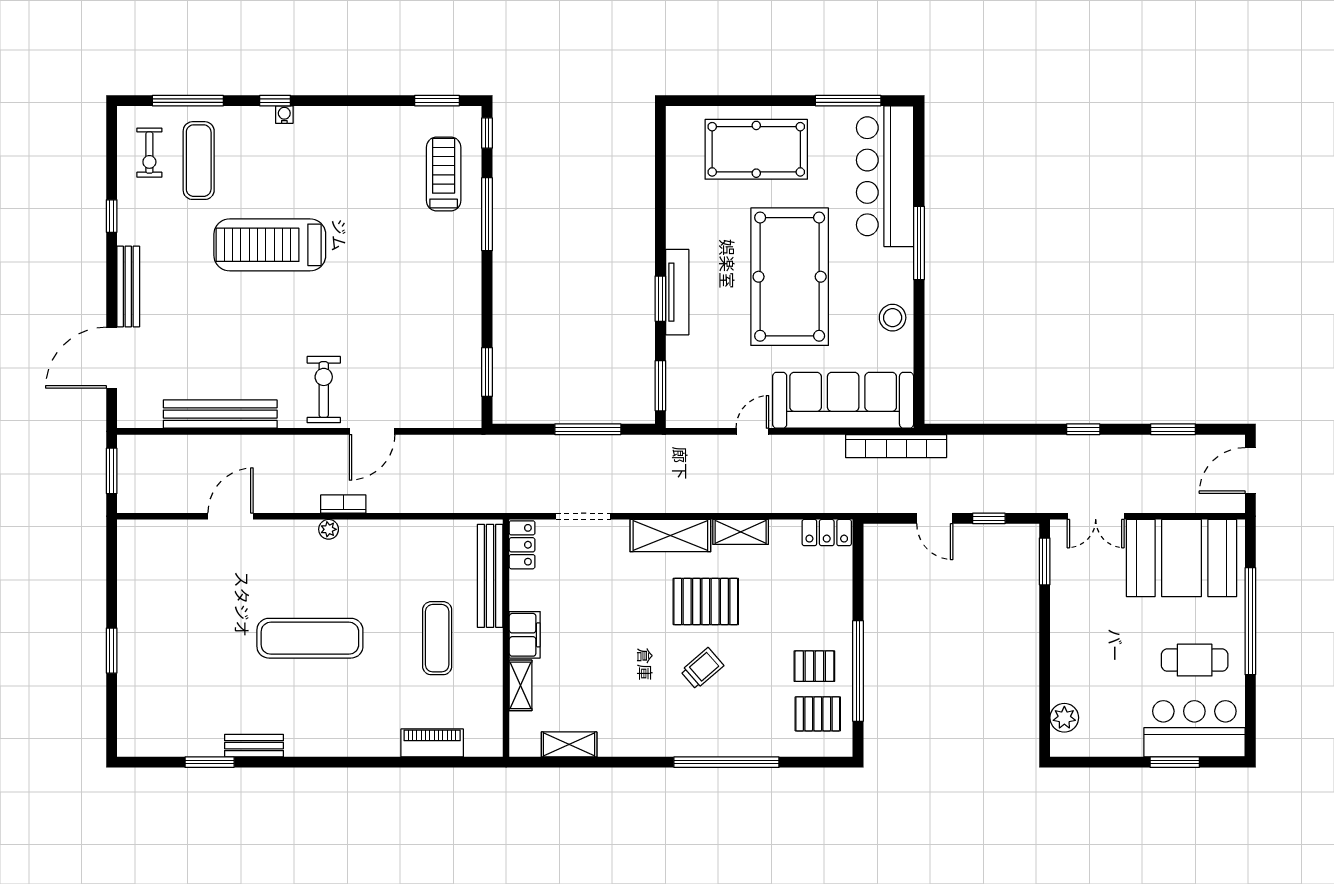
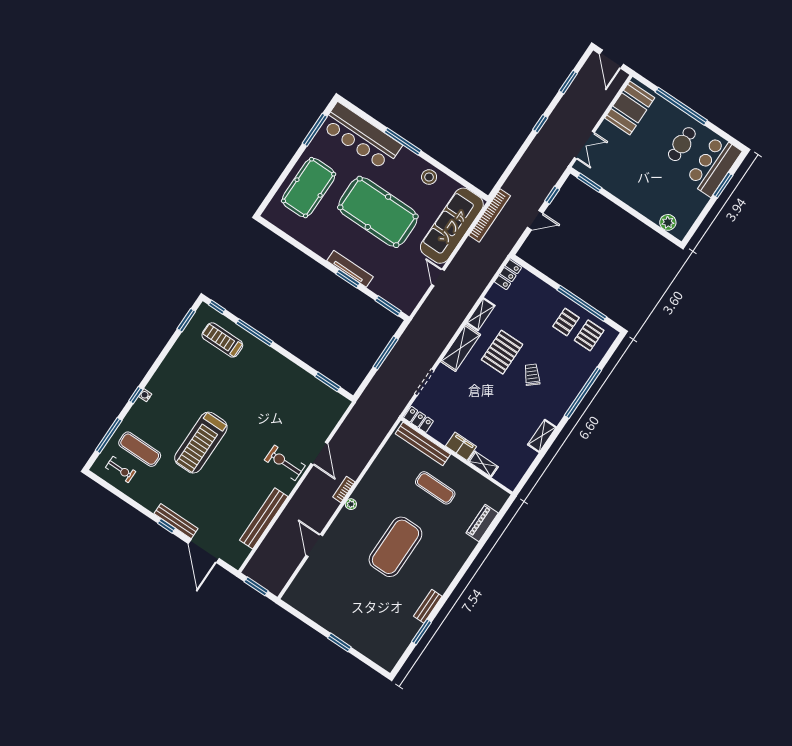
window: (112, 216) -> (166, 526), moved
booth: (1182, 558) -> (630, 108), width x0.73, depth x0.70
exercise mat: (310, 638) -> (395, 547), width x1.47
shelving: (569, 744) -> (542, 436), moved

